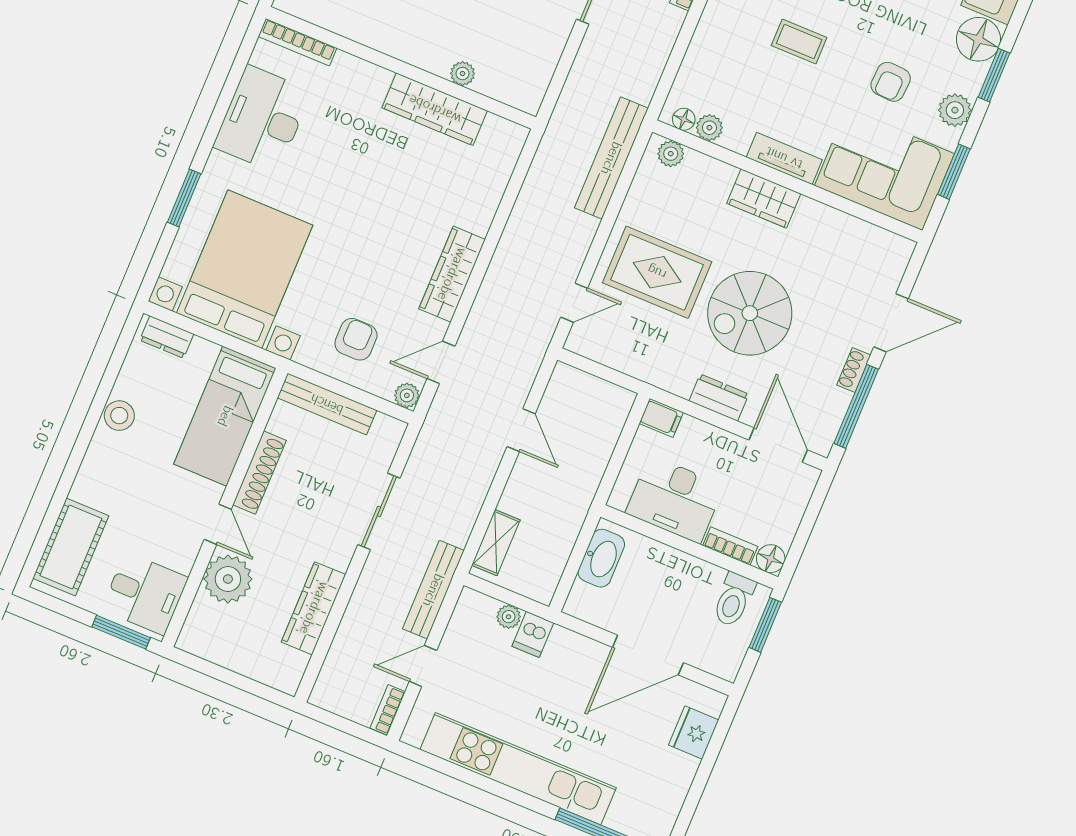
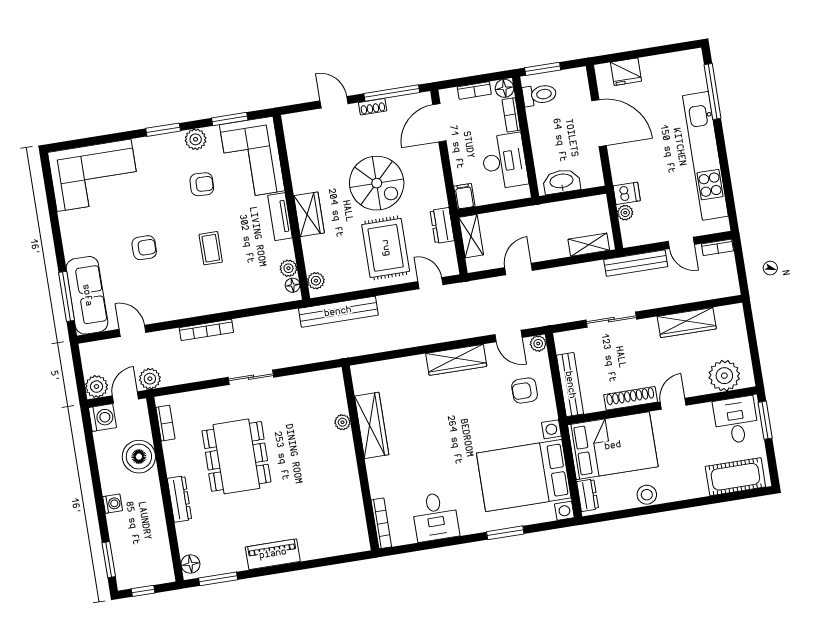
floor lamp: (978, 39) -> (149, 150), removed
desk: (262, 119) -> (435, 517), width x0.73
door: (891, 323) -> (334, 102), width x0.73
shelving: (603, 394) -> (471, 236), added
dresser: (719, 397) -> (442, 226), moved
bed: (225, 416) -> (613, 446), width x1.50
bookcase: (792, 517) -> (474, 90), added
plant: (228, 579) -> (724, 376), moved

